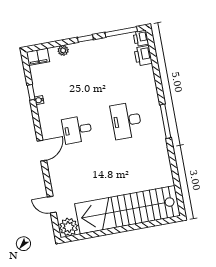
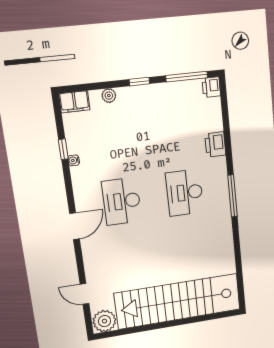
printer: (143, 56) -> (215, 144), moved
desk: (77, 130) -> (122, 201), width x1.37

